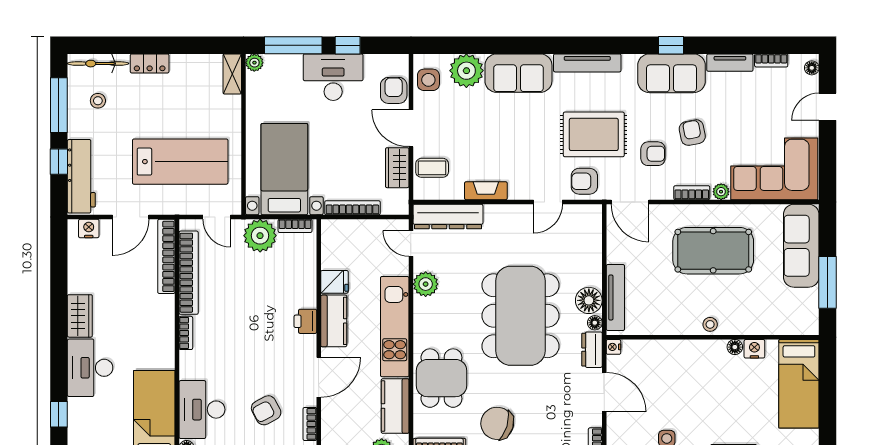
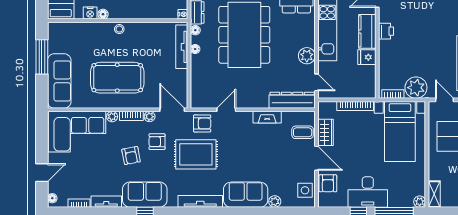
plant: (466, 71) -> (275, 202), width x0.53, depth x0.53
plant: (664, 192) -> (150, 117), added
floor lamp: (589, 300) -> (195, 49), width x0.53, depth x0.53

